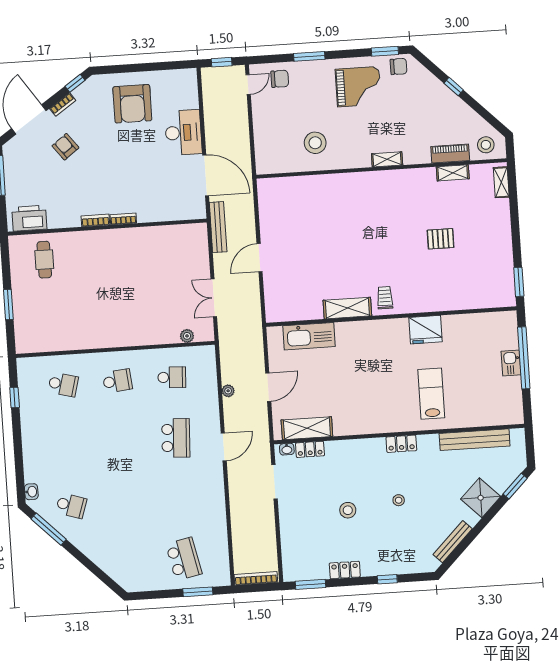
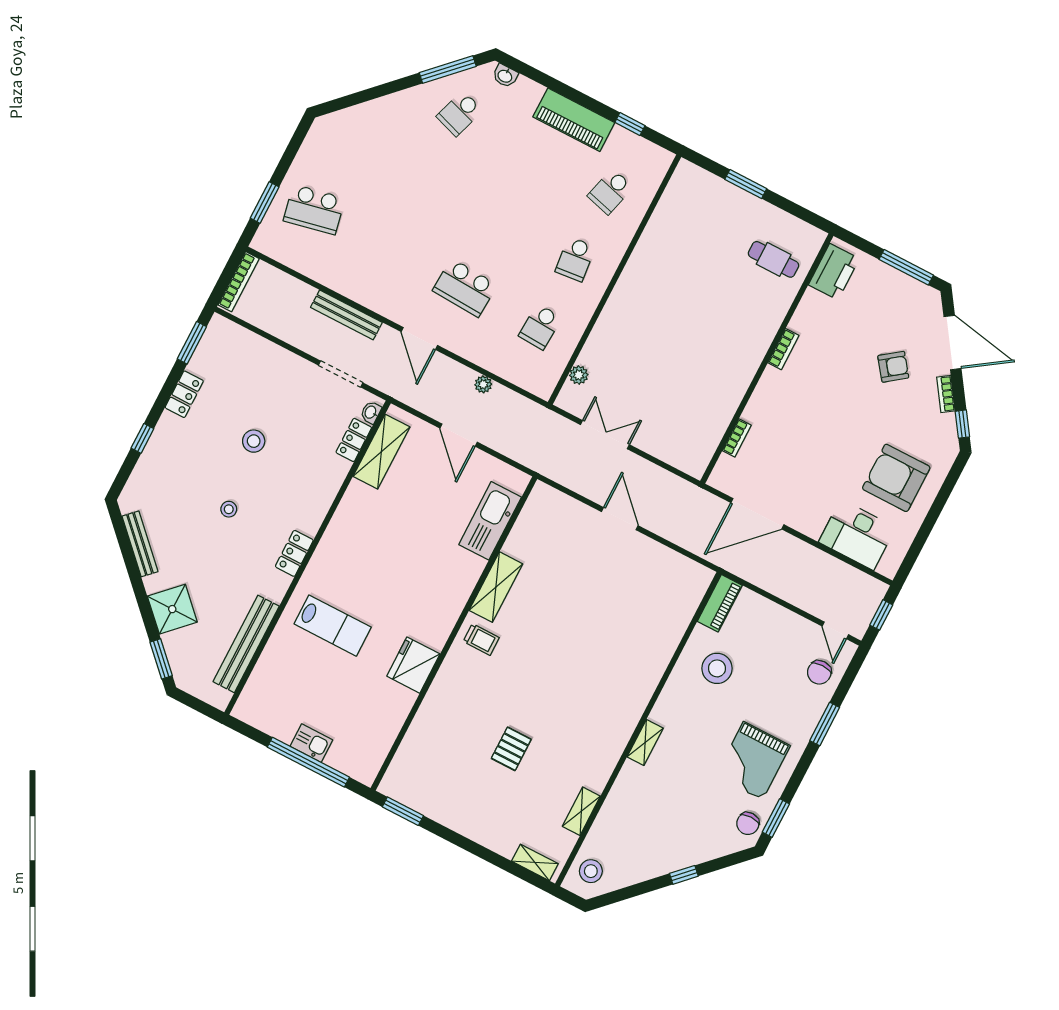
desk: (183, 133) -> (857, 535), moved
piano: (450, 153) -> (720, 603), moved
bookcase: (123, 219) -> (737, 438), moved
bench: (218, 227) -> (346, 315), moved
piano: (33, 433) -> (574, 120), added

